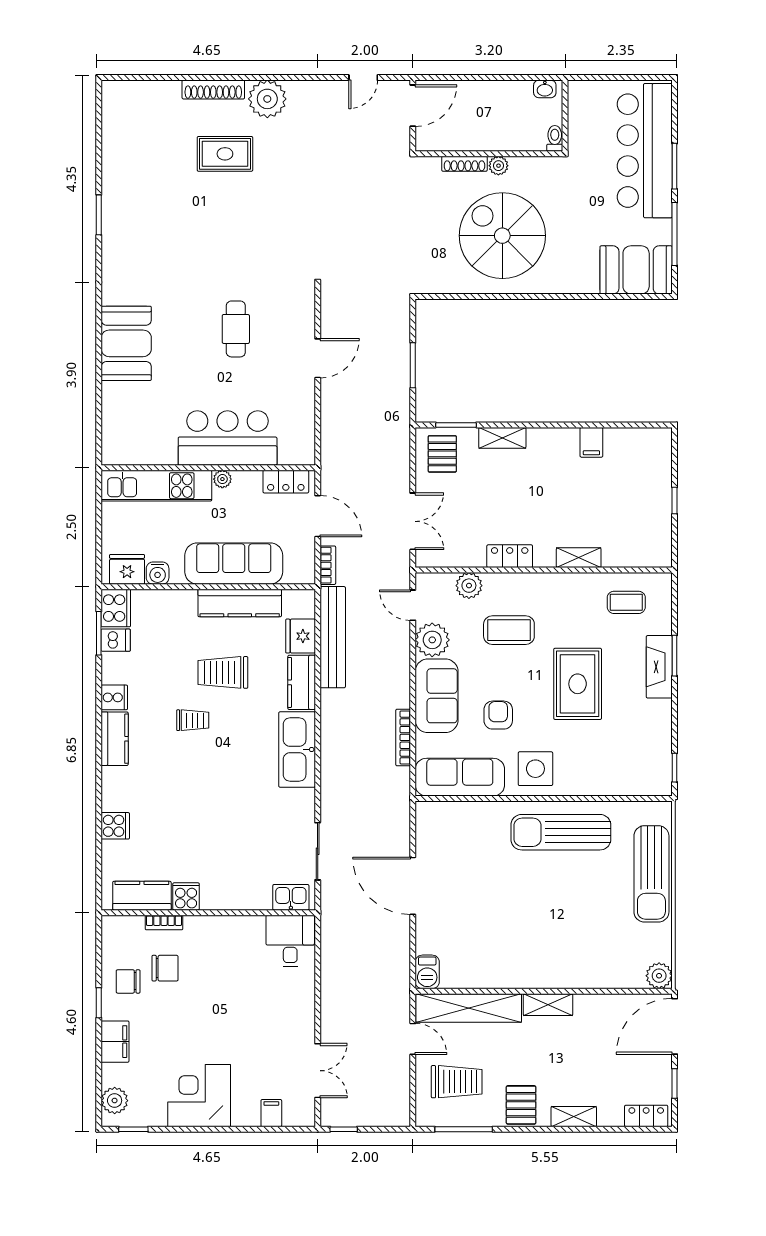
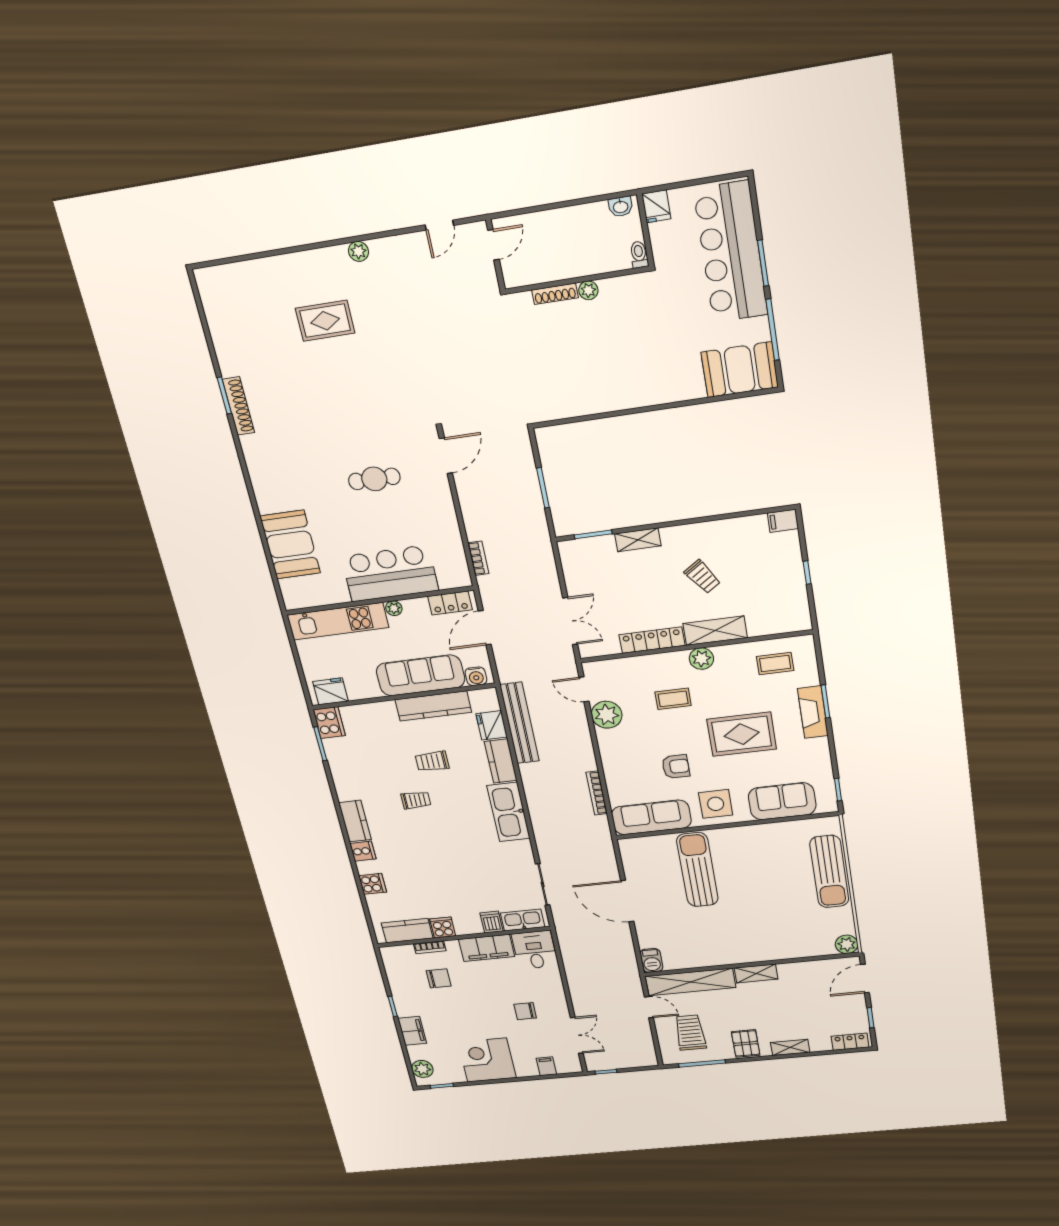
shoe rack: (213, 90) -> (238, 406), moved, turned -90
fridge: (580, 94) -> (656, 206), added
plant: (267, 99) -> (358, 251), width x0.53, depth x0.53
door: (413, 106) -> (493, 245), width x0.73
spiral stairs: (502, 236) -> (604, 357), removed
cafe table: (236, 329) -> (374, 479), turned 90
booth: (126, 343) -> (290, 545), moved
door: (318, 358) -> (446, 456), moved
filing cabinet: (591, 442) -> (783, 521), moved, turned 90
pallet: (442, 454) -> (585, 561), removed
trolley: (564, 490) -> (702, 577), added
door: (318, 516) -> (485, 628), swing flipped
locker: (510, 556) -> (652, 640), width x1.53
shelving: (579, 558) -> (715, 631), width x1.50, depth x1.33
bookcase: (328, 565) -> (478, 558), moved
water cooler: (158, 573) -> (476, 676), moved
plant: (469, 586) -> (701, 659), moved
coffee table: (509, 630) -> (673, 699), width x0.73, depth x0.77
dishwasher: (116, 640) -> (491, 922), moved, turned -90
trolley: (223, 672) -> (432, 761), width x0.73, depth x0.72
rug: (578, 684) -> (742, 734), turned 90
sofa: (437, 696) -> (782, 801), moved, turned -90
cooker: (114, 697) -> (363, 851), moved
armchair: (498, 715) -> (676, 767), turned 90
sun lounger: (561, 832) -> (697, 870), moved, turned 90
kitchen sink: (291, 897) -> (523, 920), width x1.38
filing cabinet: (233, 931) -> (487, 948), added
chair: (128, 981) -> (525, 1011), moved
door: (675, 1026) -> (865, 979), width x0.73
trolley: (457, 1082) -> (690, 1033), turned -90

